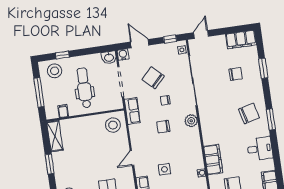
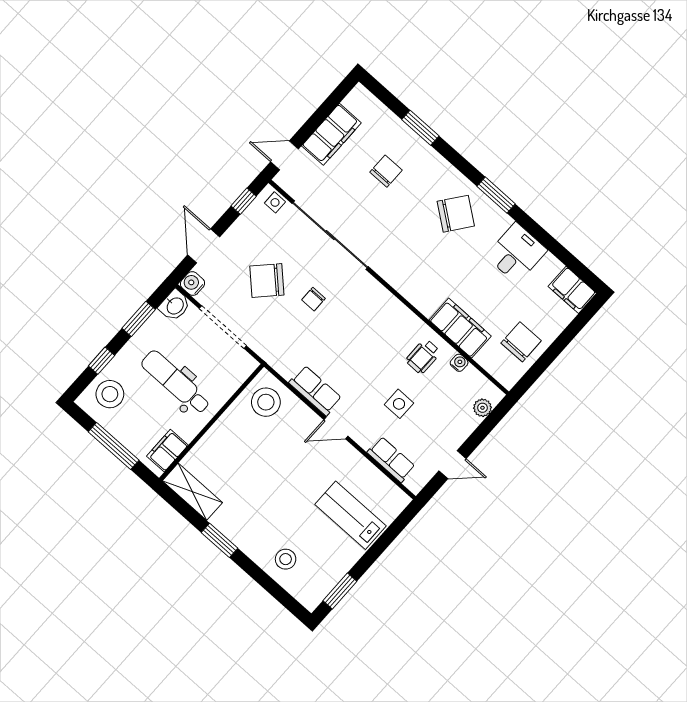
door: (201, 35) -> (284, 155), hinge flipped
filing cabinet: (241, 40) -> (331, 134), moved
door: (140, 44) -> (204, 246), hinge flipped
window: (90, 51) -> (139, 319), added
filing cabinet: (63, 111) -> (167, 451), width x2.00
row of seats: (132, 111) -> (315, 391), moved
chair: (249, 113) -> (456, 214), turned 51
plant: (191, 121) -> (378, 297), removed
chair: (163, 127) -> (344, 341), removed
door: (132, 158) -> (336, 428), hinge flipped
wheelchair: (189, 159) -> (423, 356), added

